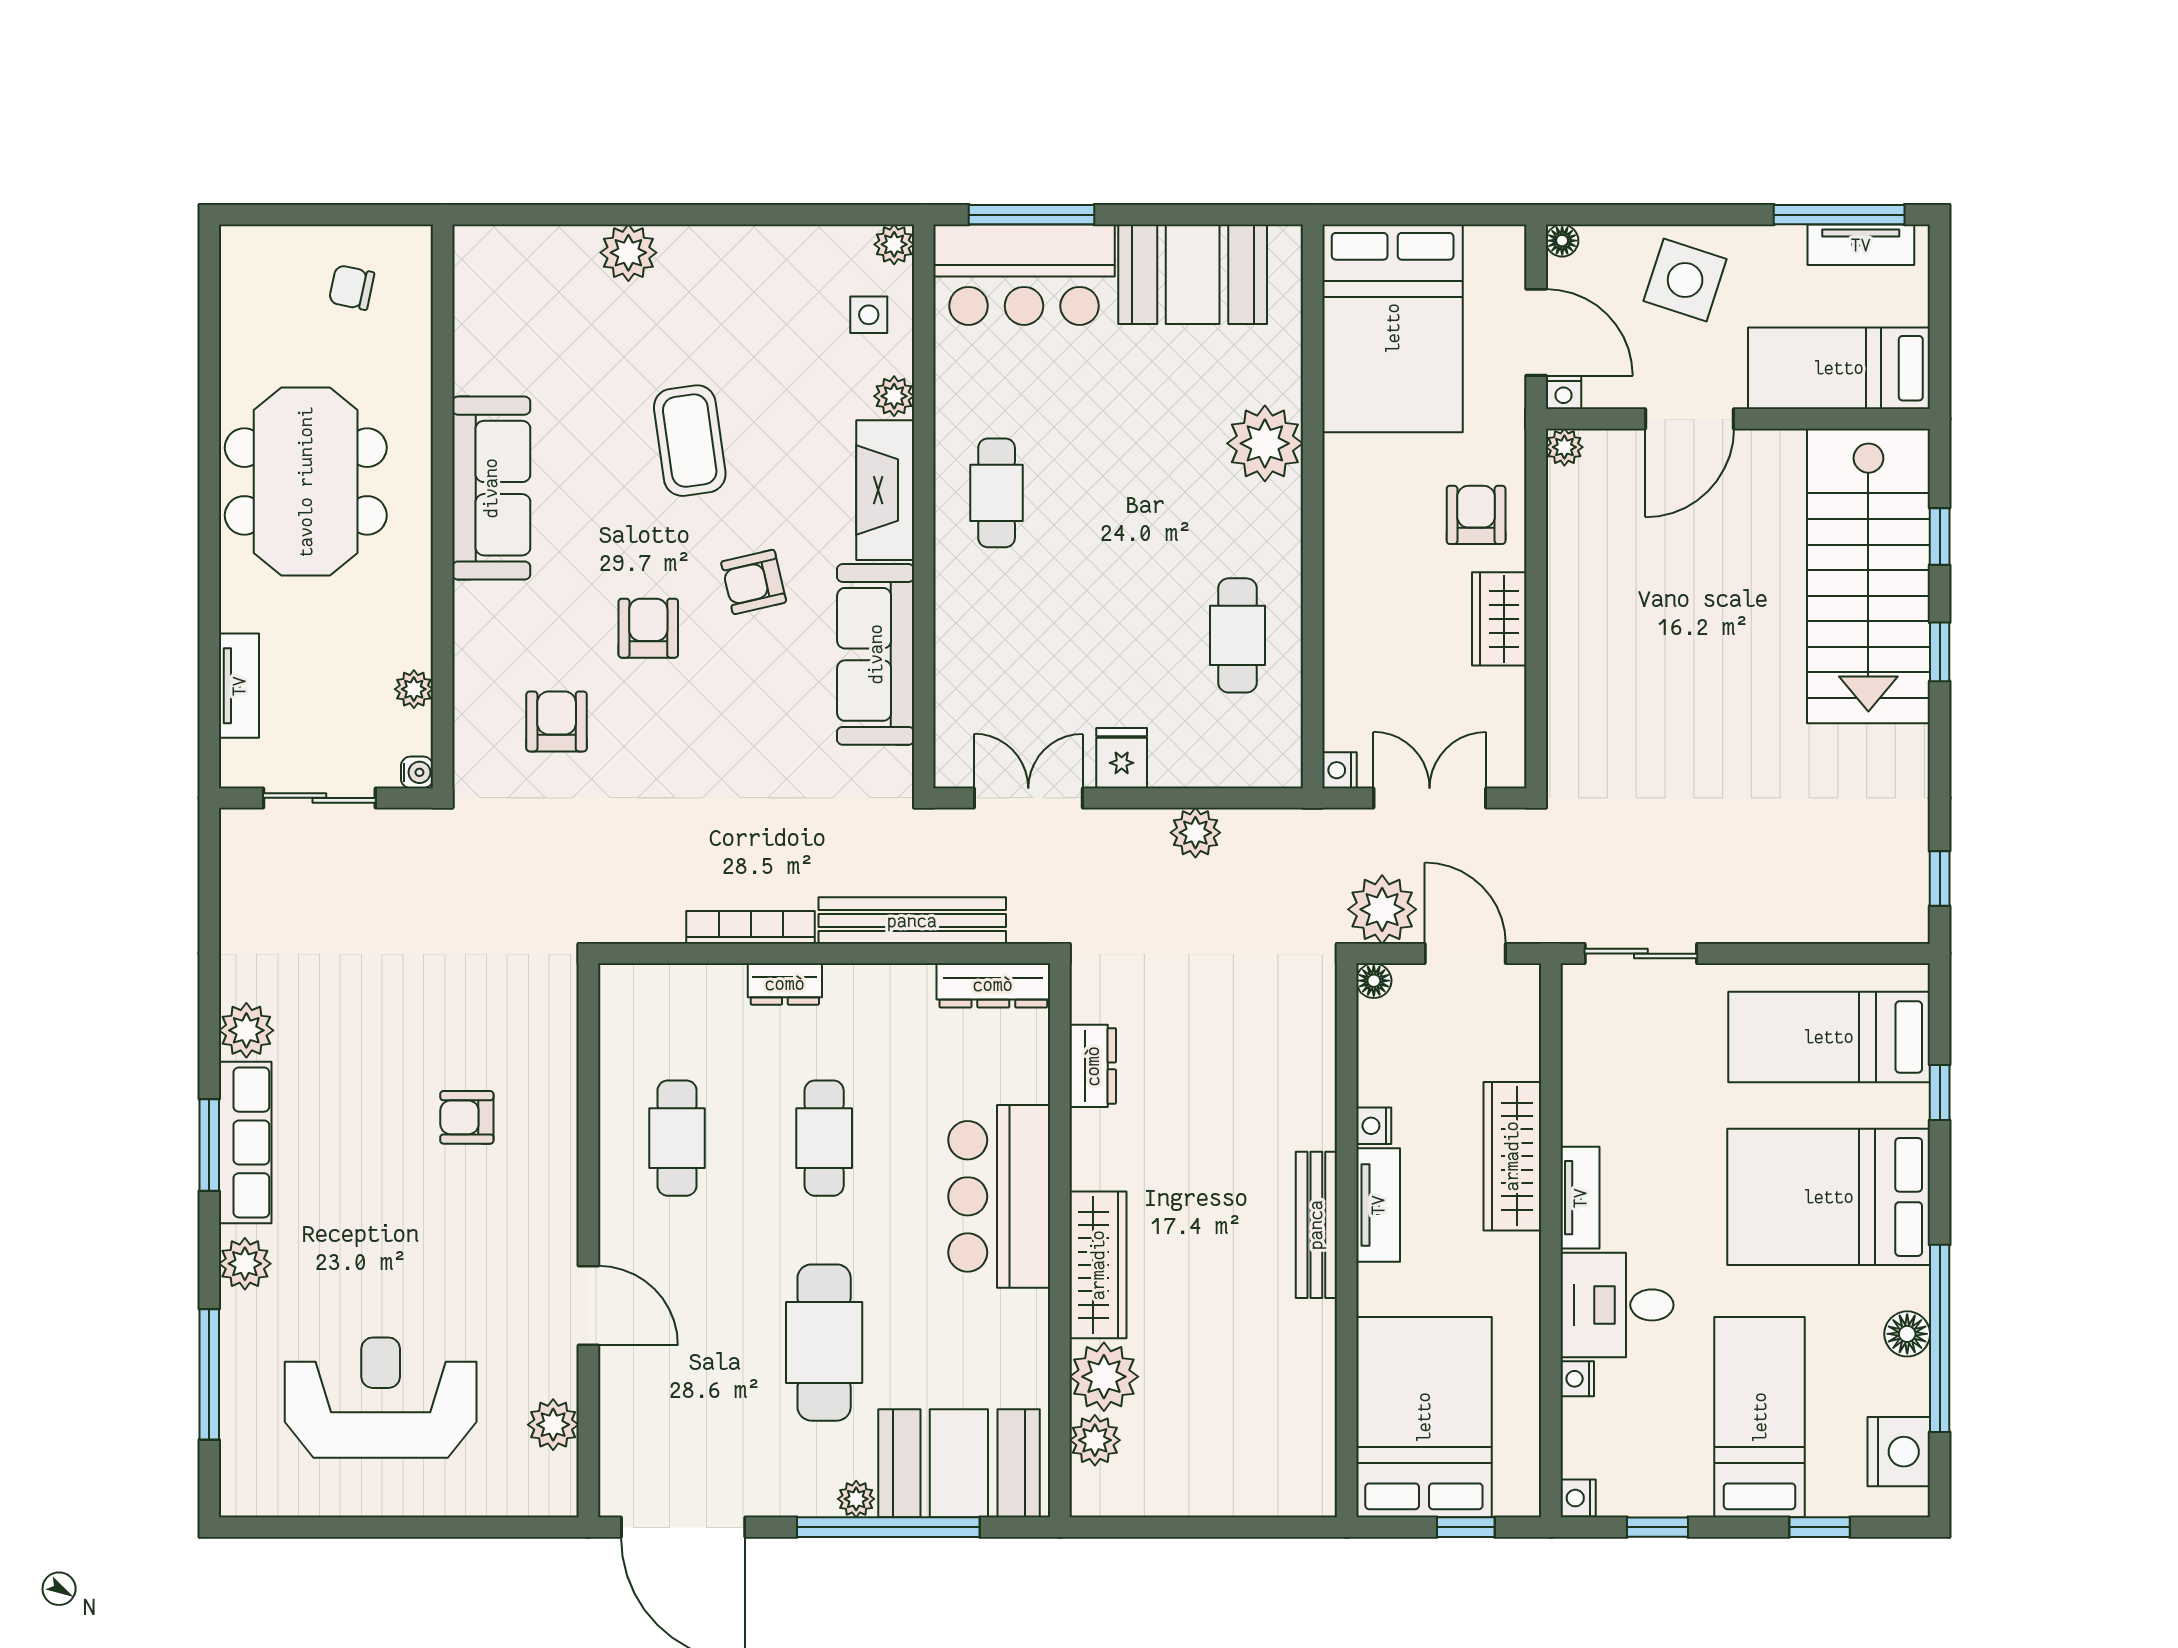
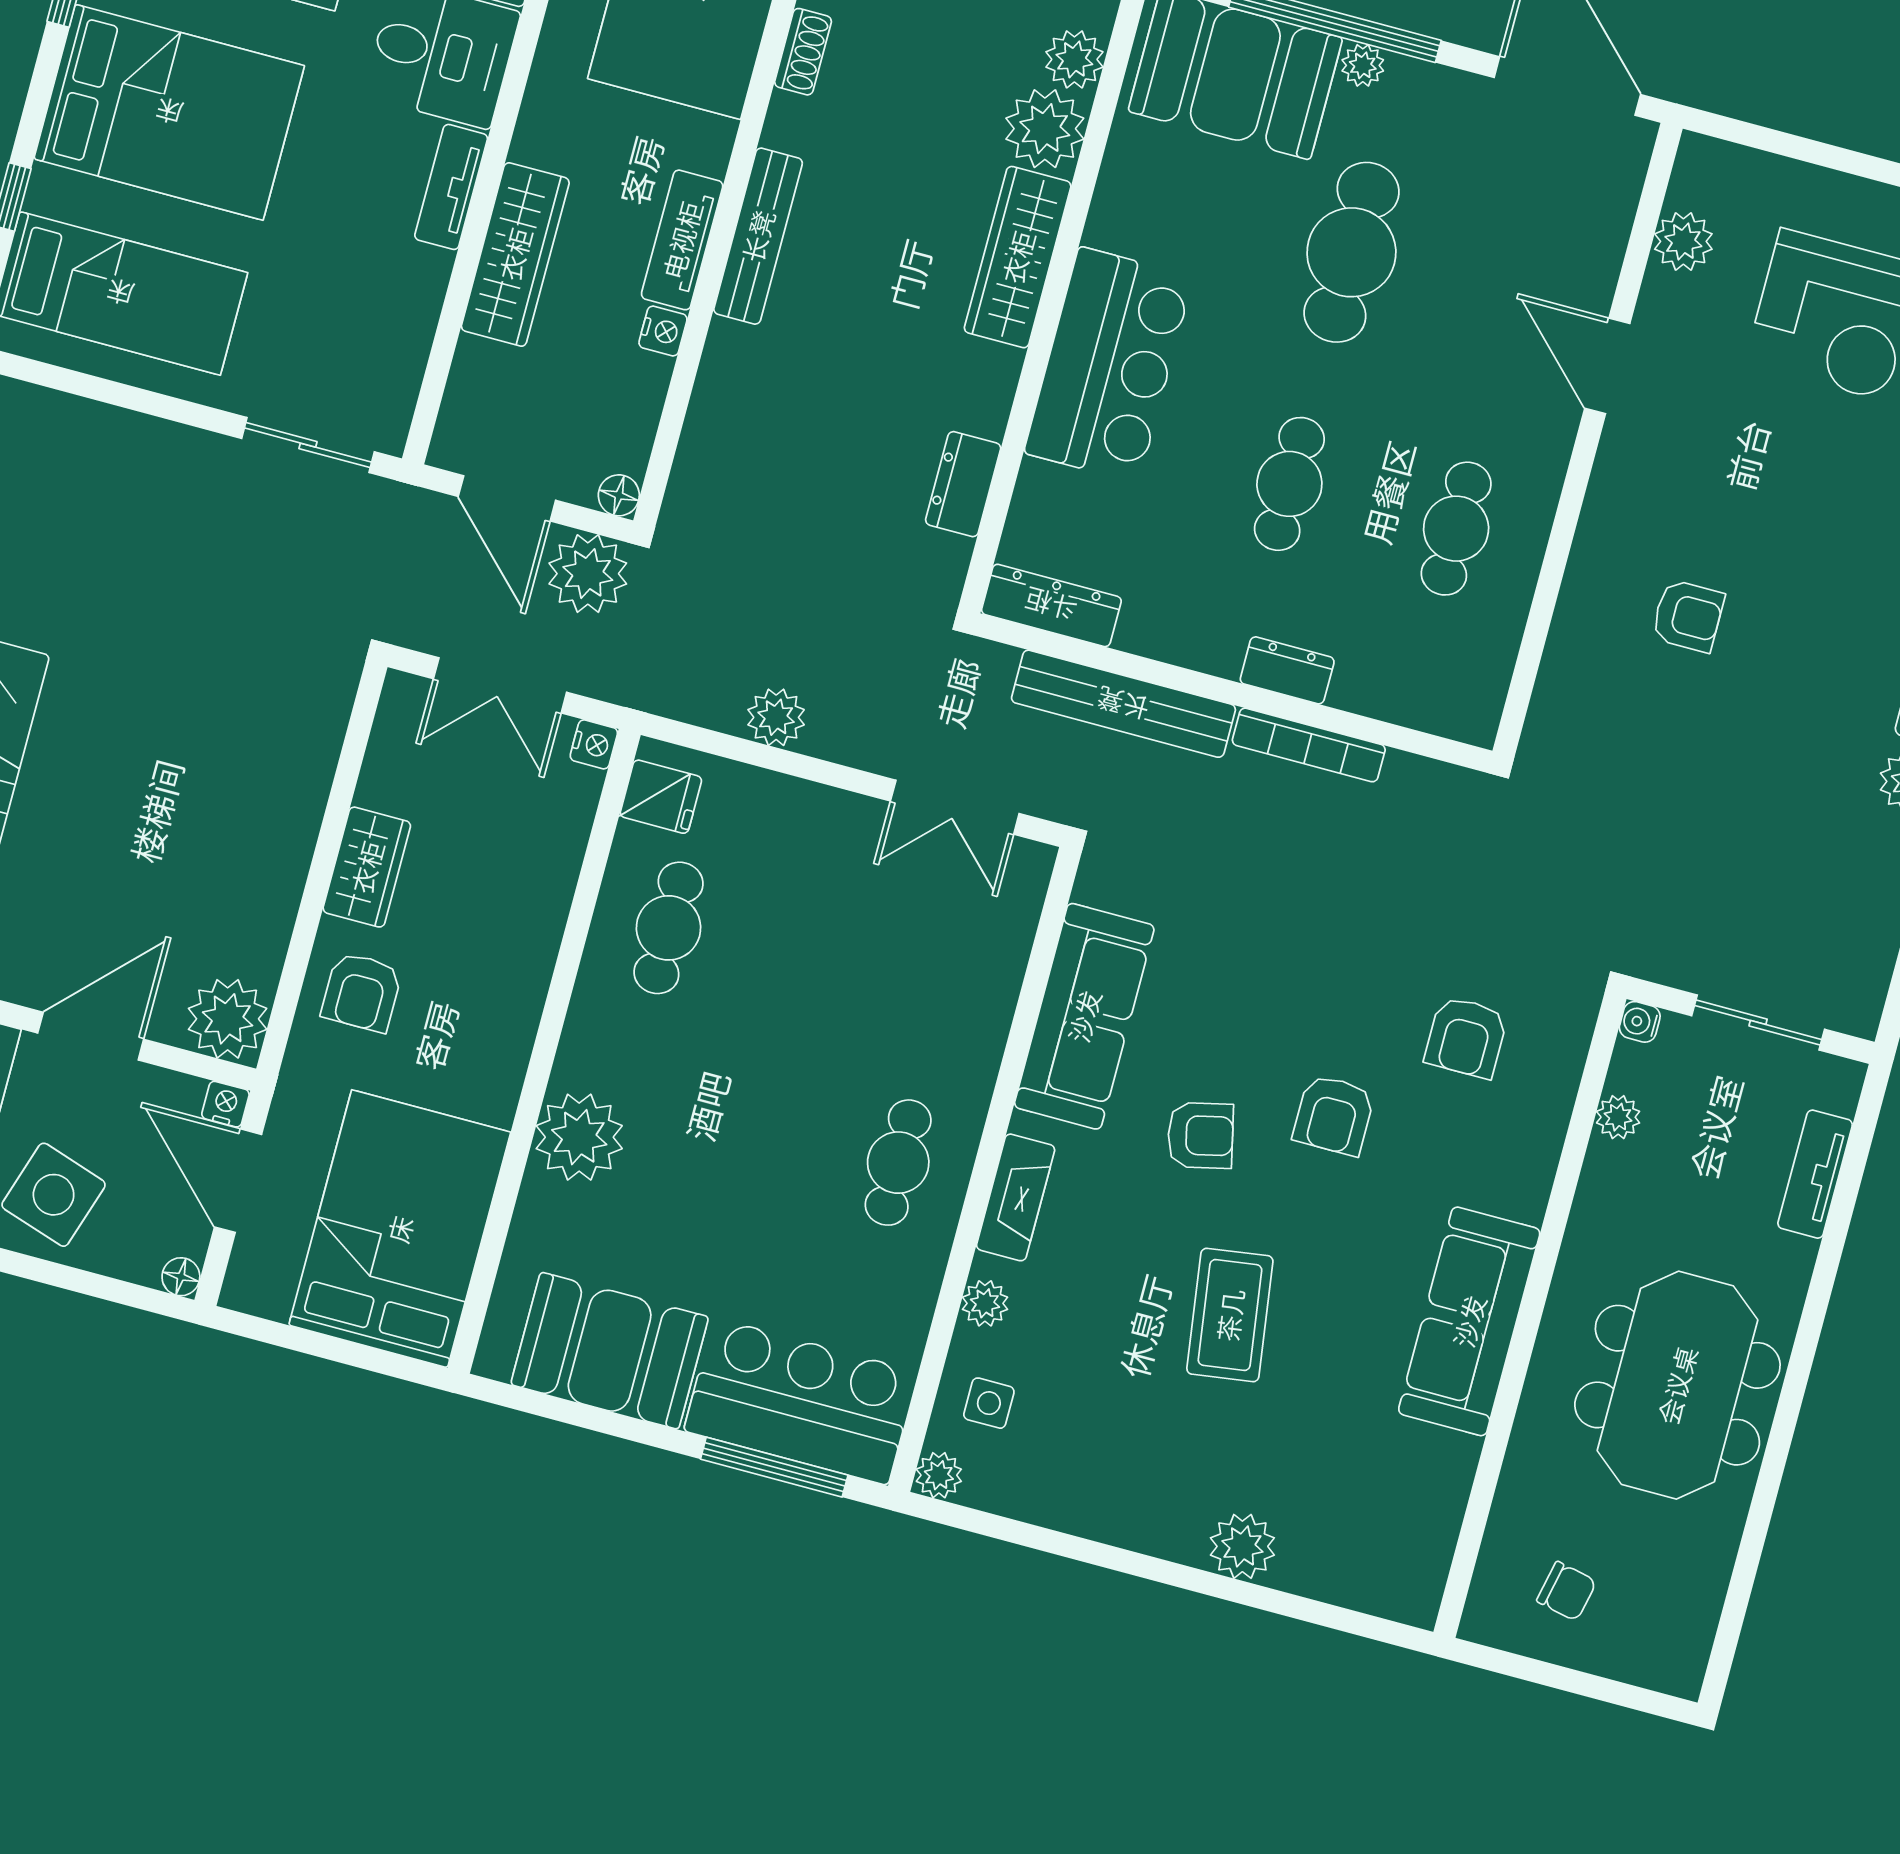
plant: (1564, 447) -> (228, 1019), width x1.88, depth x1.88
fireplace: (885, 490) -> (1016, 1197), width x0.73, depth x0.76
fridge: (1122, 758) -> (661, 797), moved, turned -90
shoe rack: (1320, 1387) -> (803, 52), added

